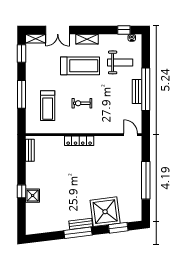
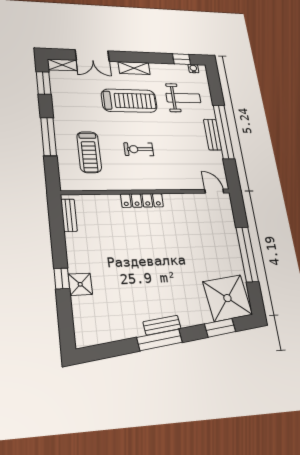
shower: (105, 212) -> (227, 298), moved

